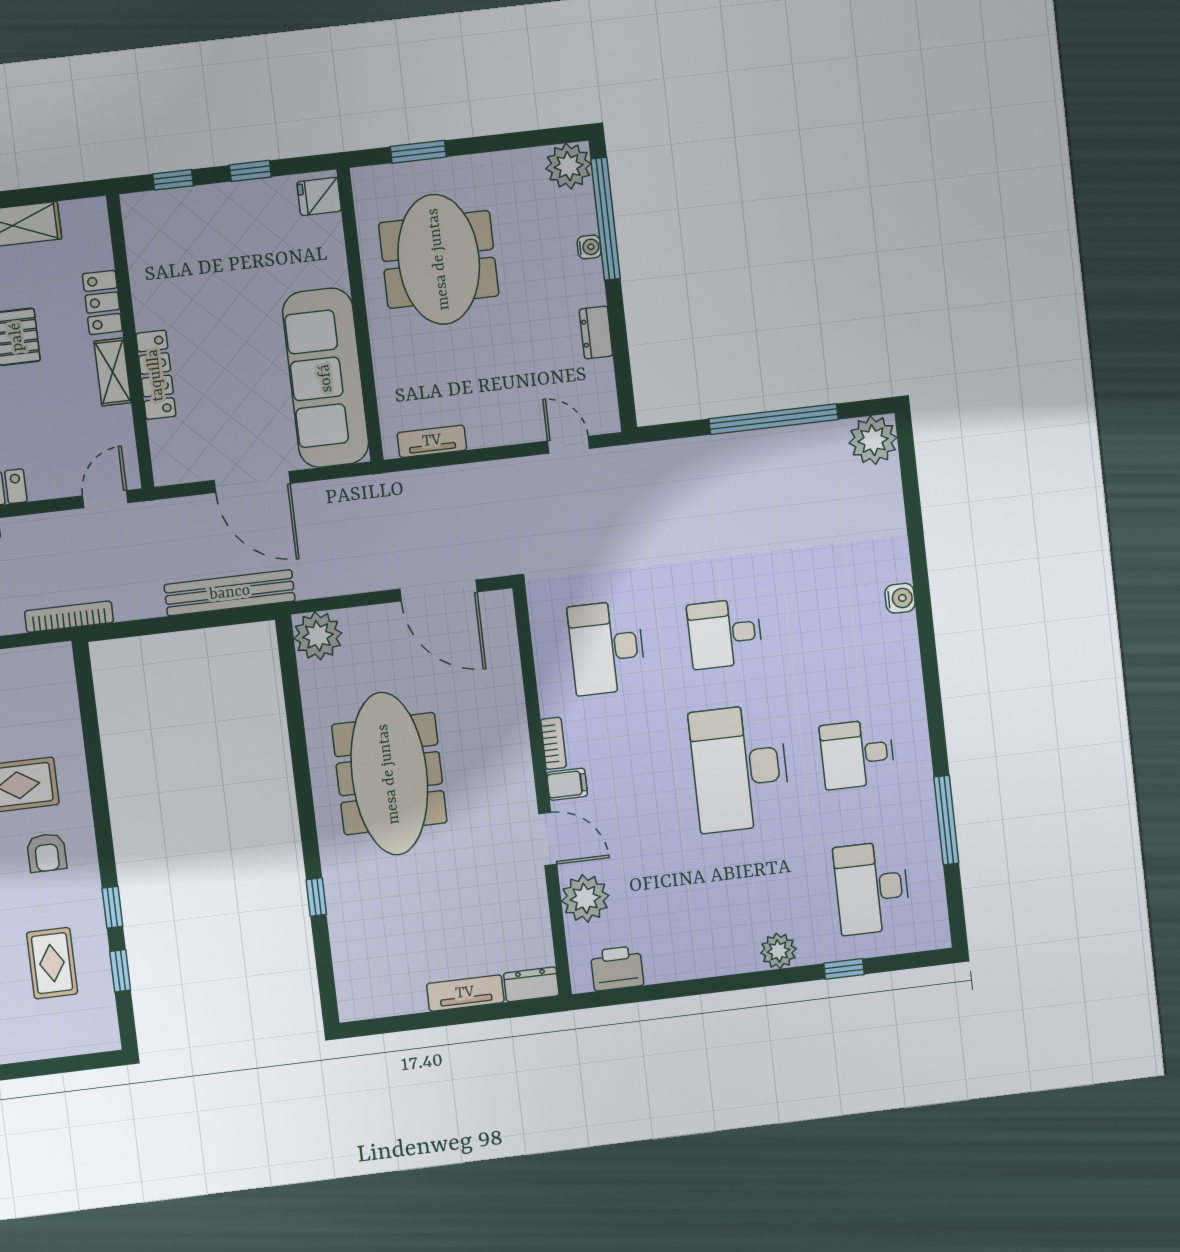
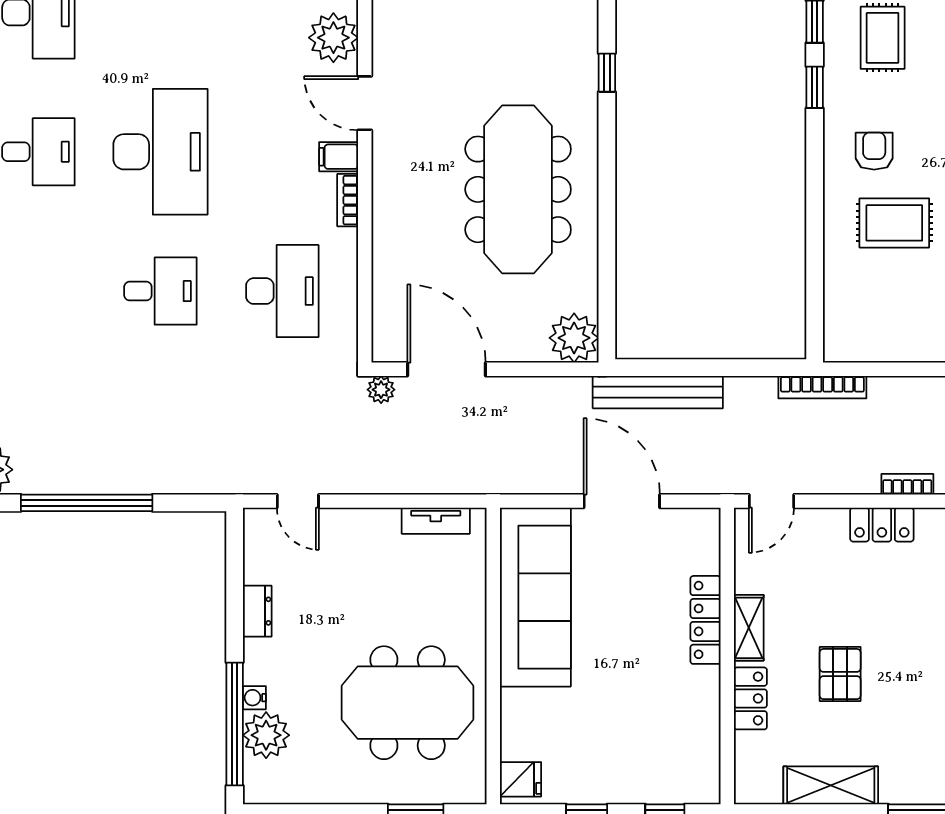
plant: (568, 166) -> (266, 735), moved
meeting table: (439, 259) -> (408, 703), turned 90
plant: (500, 563) -> (381, 390), added

